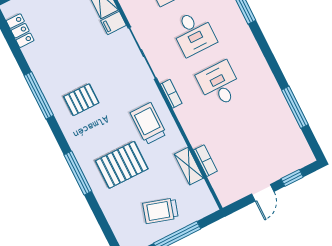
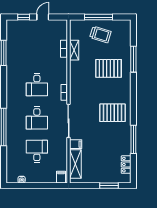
desk: (193, 33) -> (37, 118), turned 180
window: (39, 95) -> (133, 139), moved
pallet: (81, 100) -> (112, 113), width x1.50, depth x1.42
trolley: (148, 123) -> (84, 83), removed
window: (78, 173) -> (133, 59), moved

